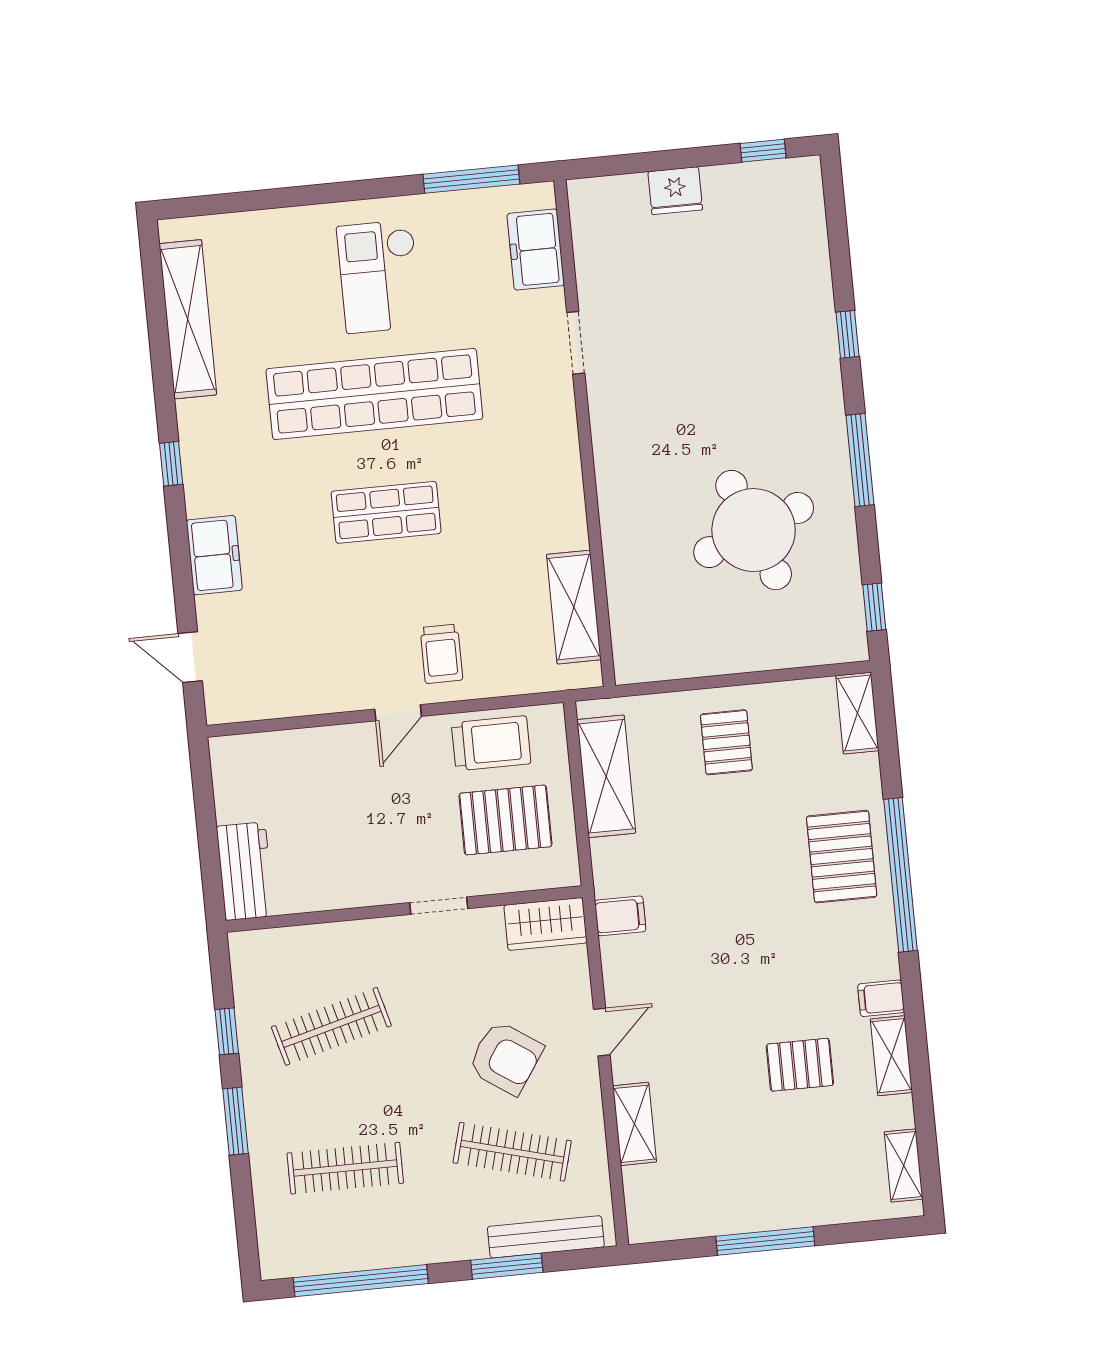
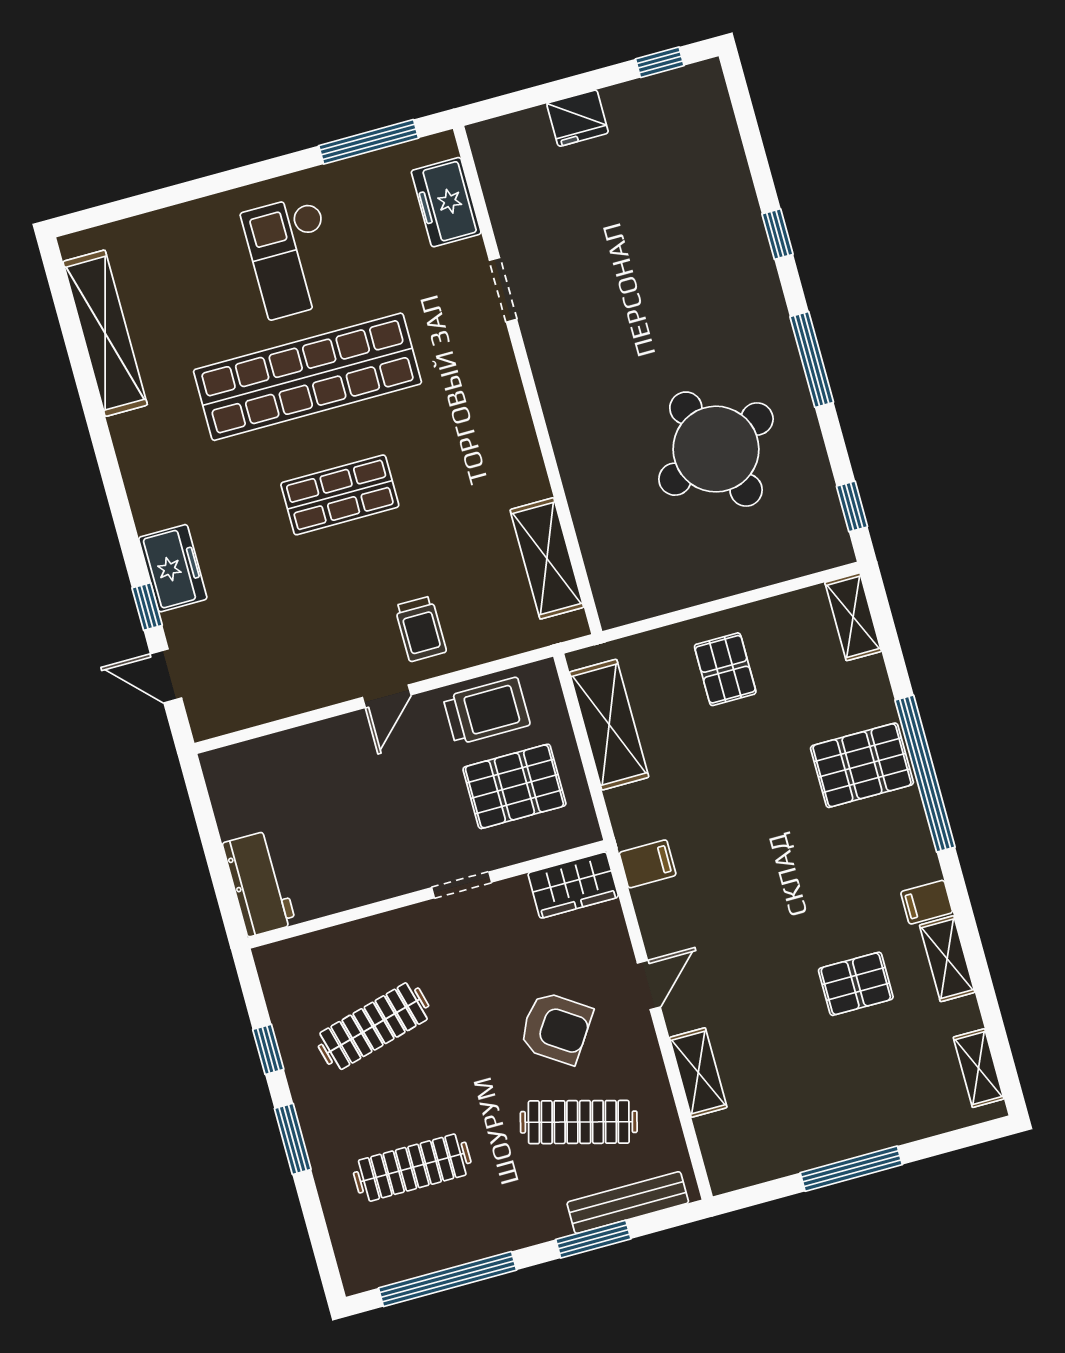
window: (171, 464) -> (147, 607), moved
pallet: (842, 857) -> (862, 765), turned 90

